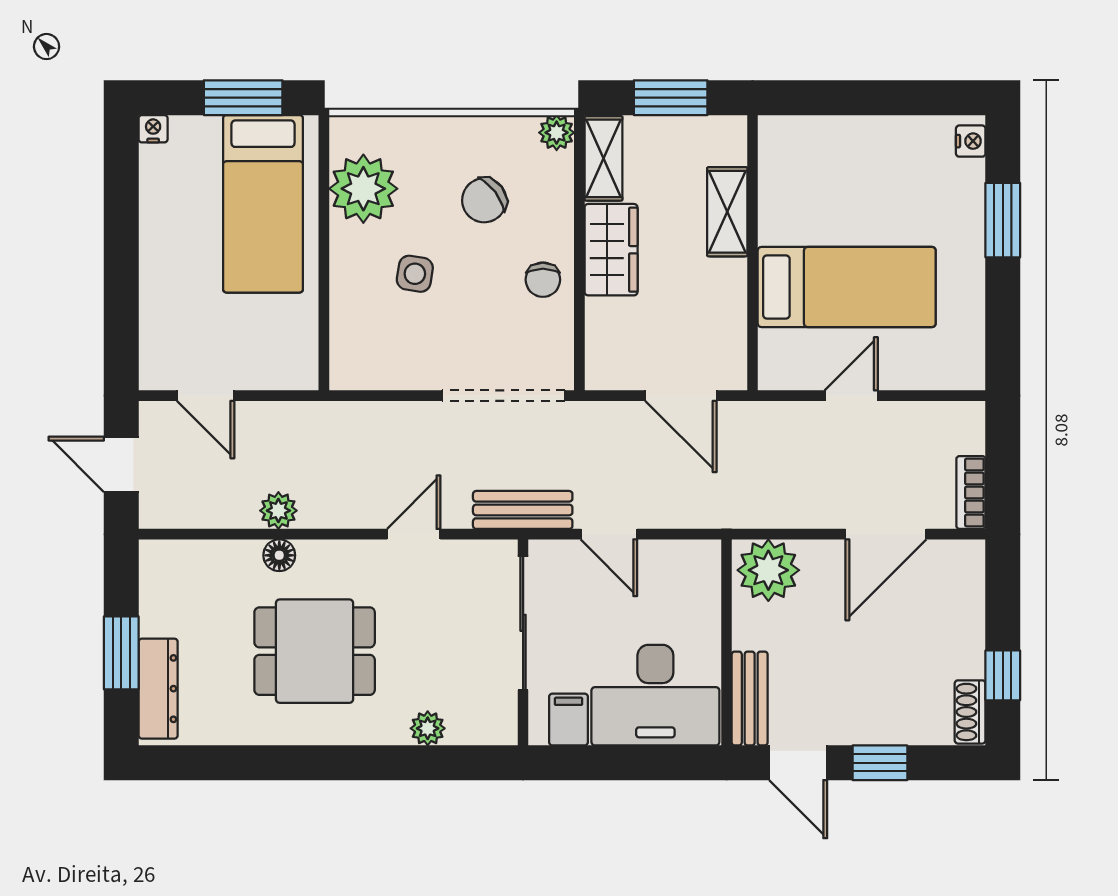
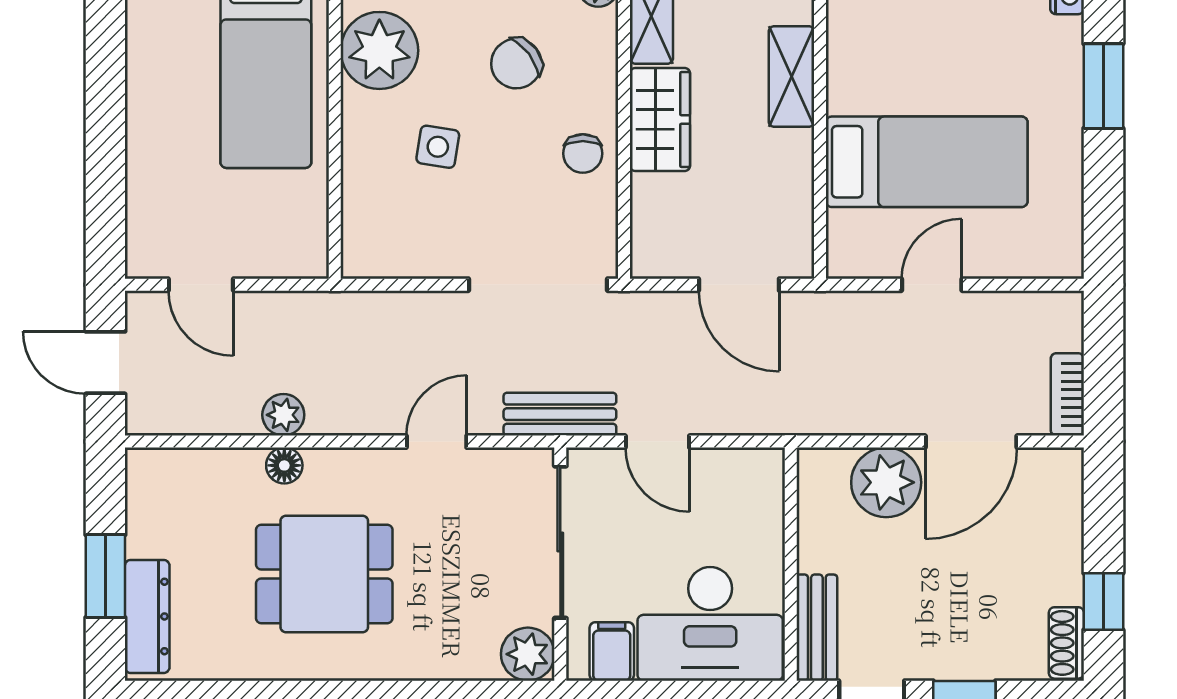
plant: (768, 570) -> (886, 482), moved
plant: (428, 728) -> (528, 654), moved, width x1.38, depth x1.38

